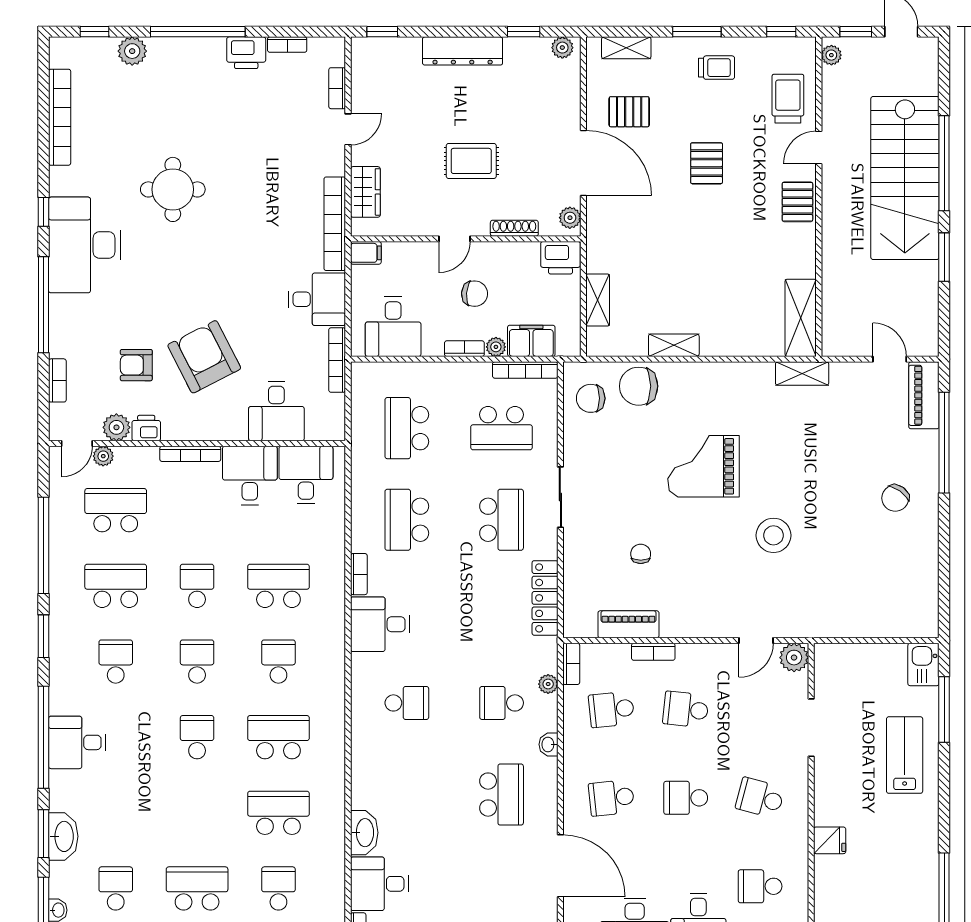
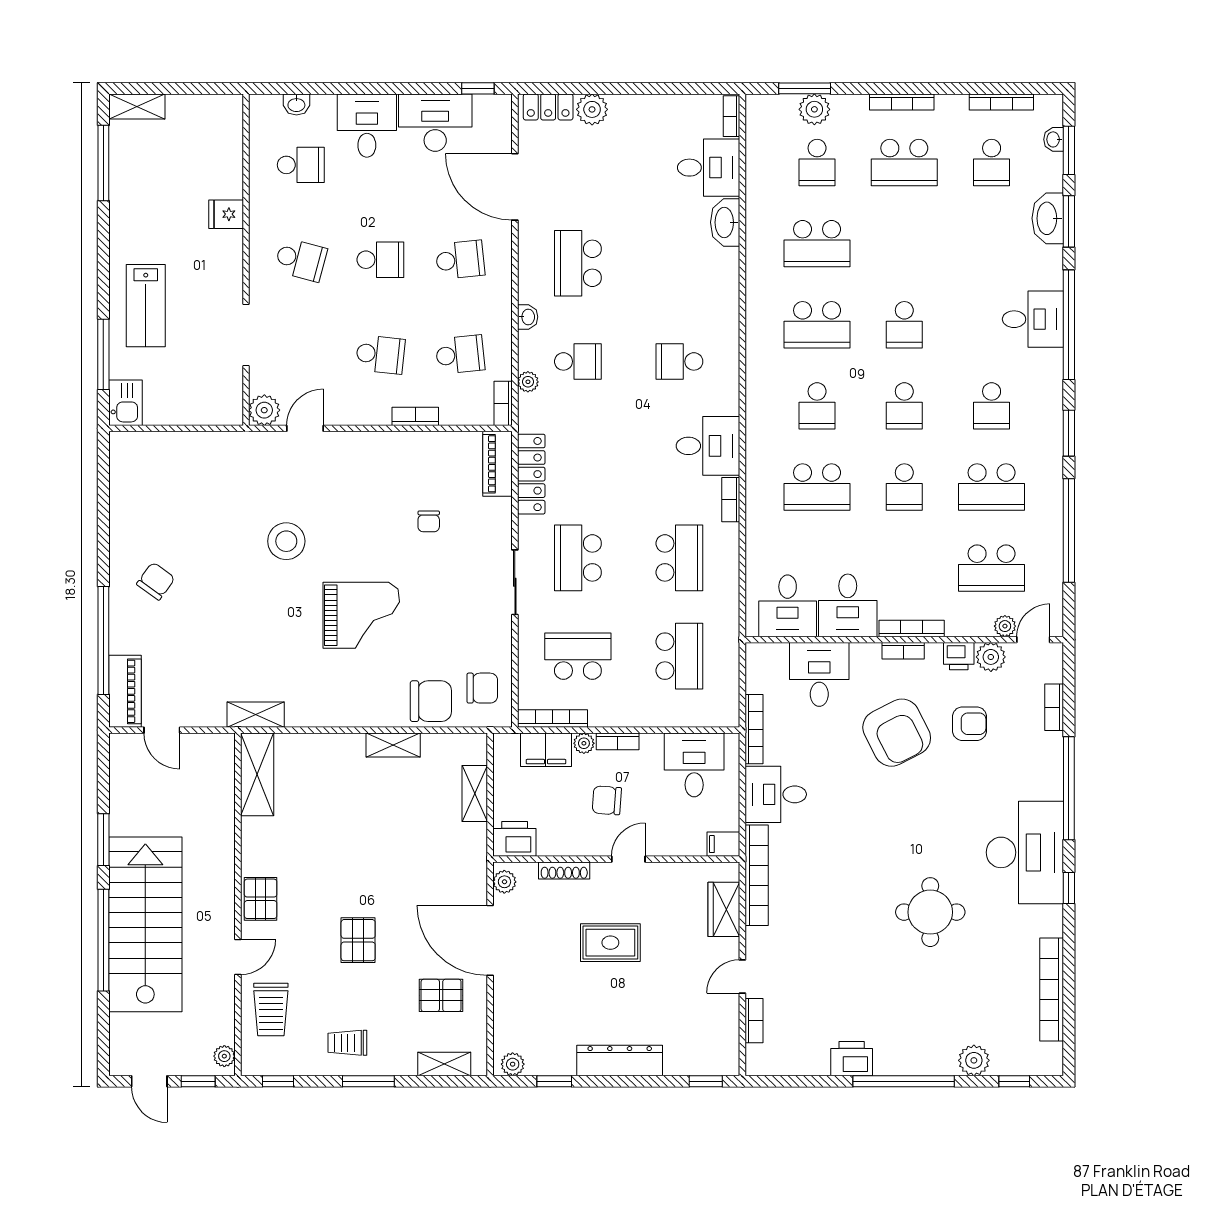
bookcase: (287, 45) -> (903, 651), moved, turned 180
piano: (628, 624) -> (497, 464), moved, turned 90

